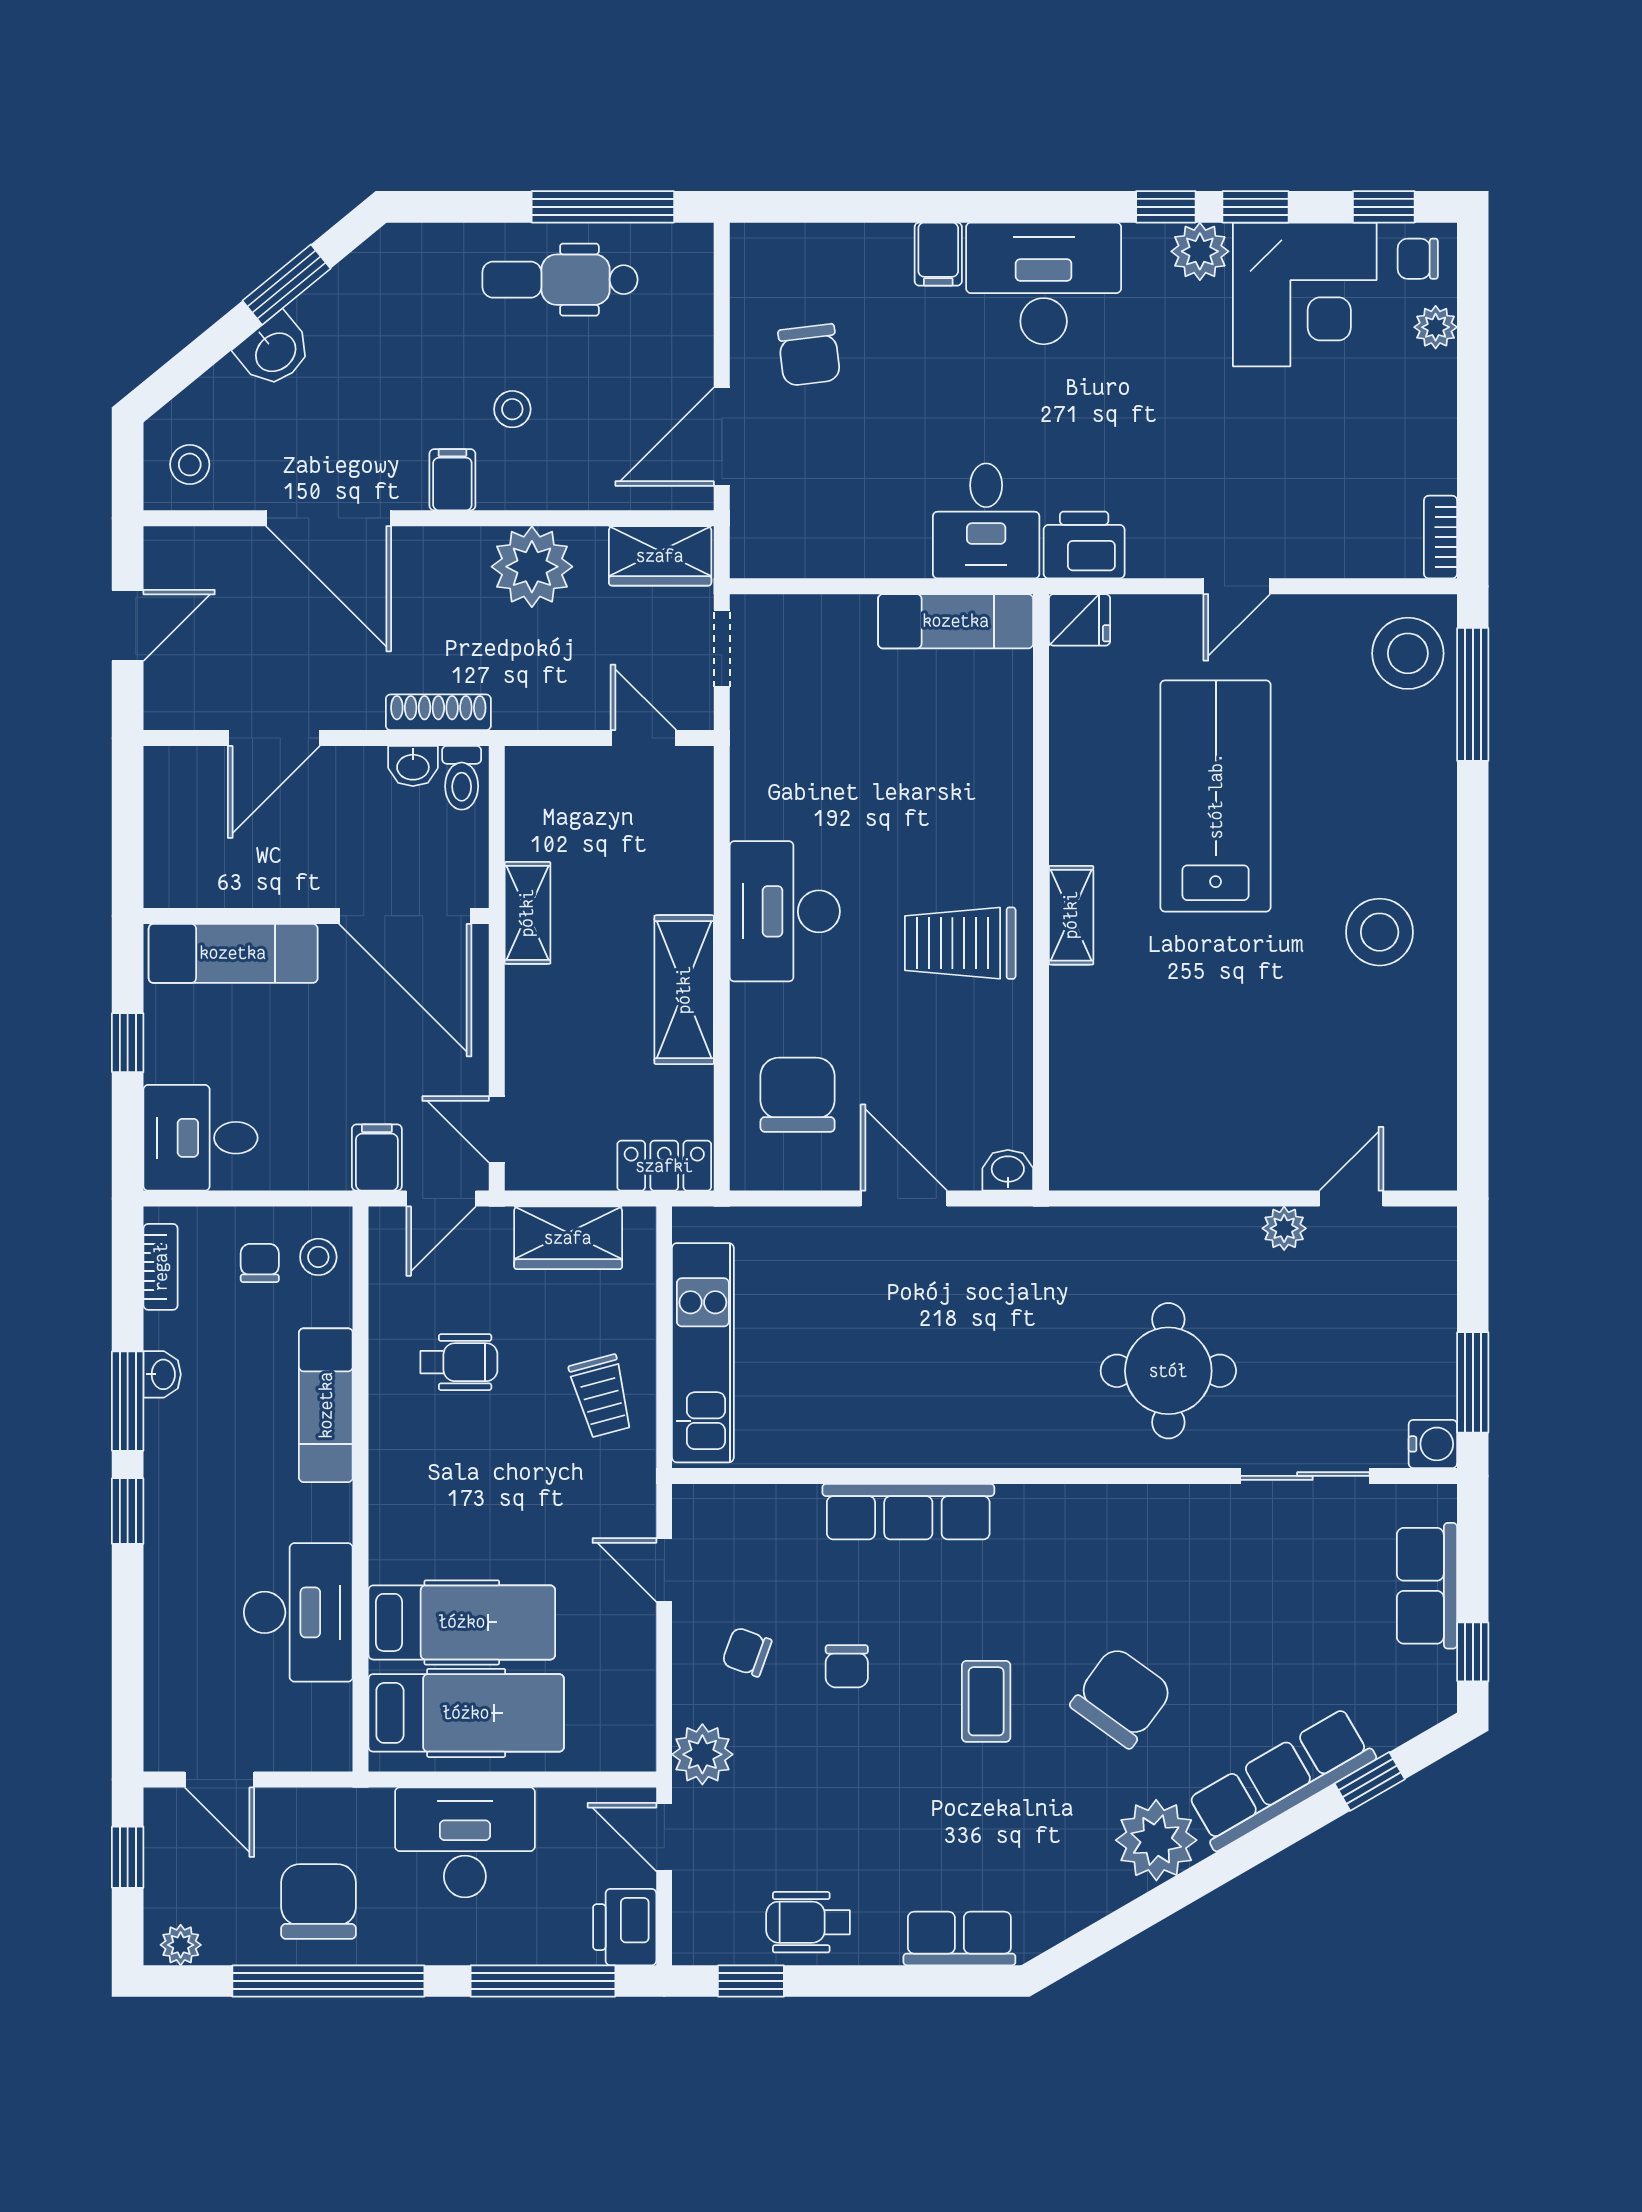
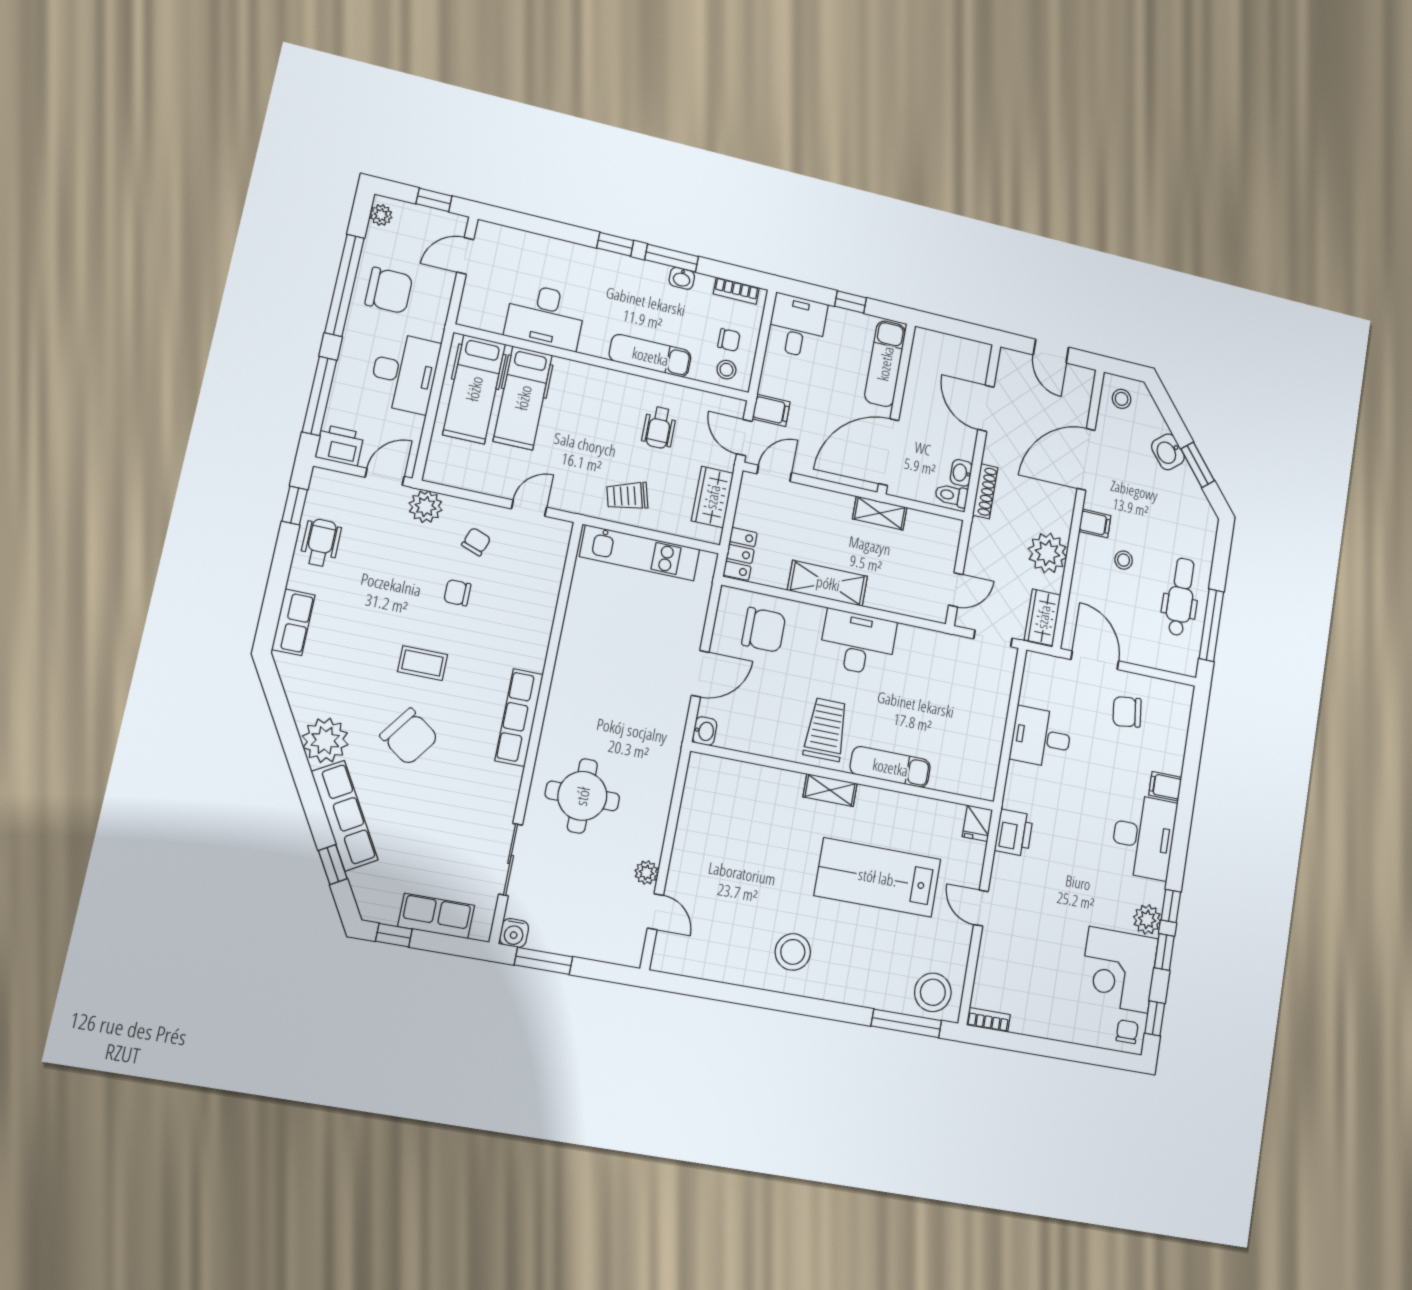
plant: (1436, 327) -> (1092, 1035), removed
desk: (986, 521) -> (1041, 737), moved
exam couch: (956, 621) -> (890, 767), moved, turned 90
lab bench: (1216, 796) -> (878, 877), turned 180
row of seats: (908, 1512) -> (519, 717), moved

